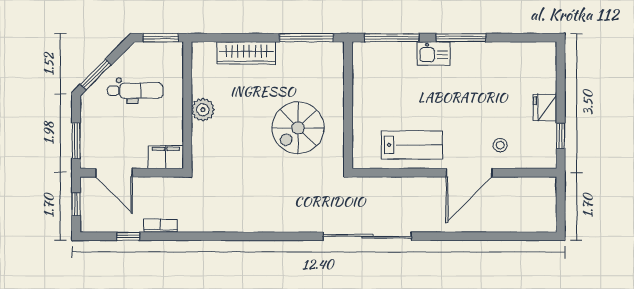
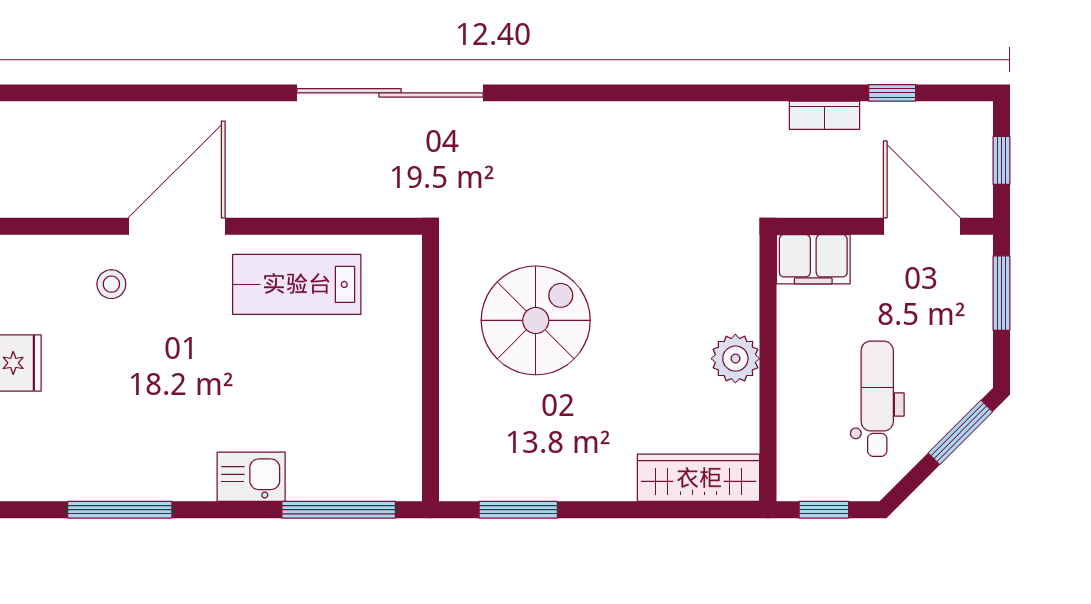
window: (161, 38) -> (824, 510), width x0.67
window: (306, 38) -> (518, 510), width x0.69
window: (461, 38) -> (120, 510), moved
wardrobe: (246, 53) -> (699, 478), moved
dental chair: (135, 91) -> (877, 399), turned 90

